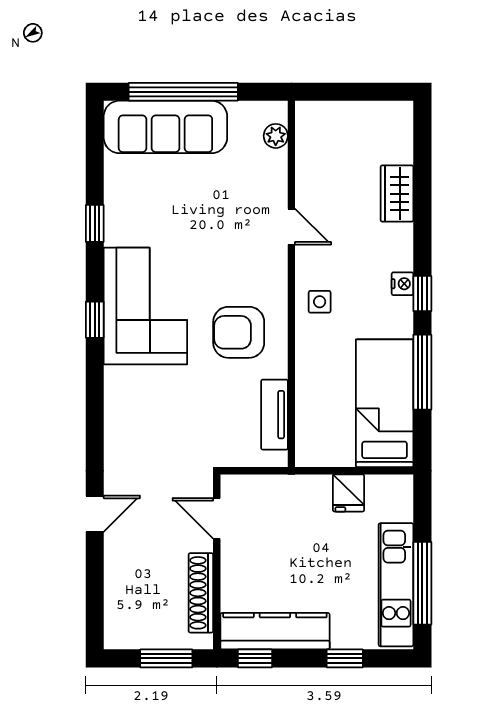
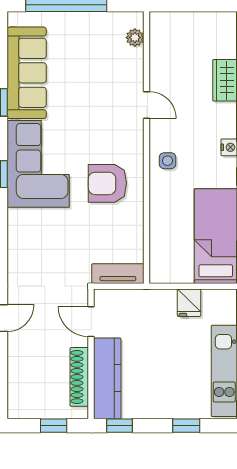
sofa: (165, 127) -> (27, 73), moved, turned -90
tv unit: (274, 415) -> (118, 274), moved, turned 90
kitchen counter: (275, 631) -> (107, 378), moved, turned 90
window: (166, 658) -> (54, 426), width x0.67

